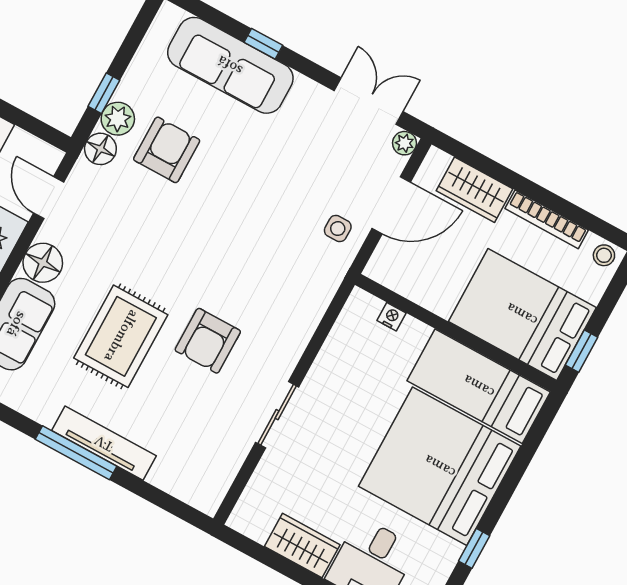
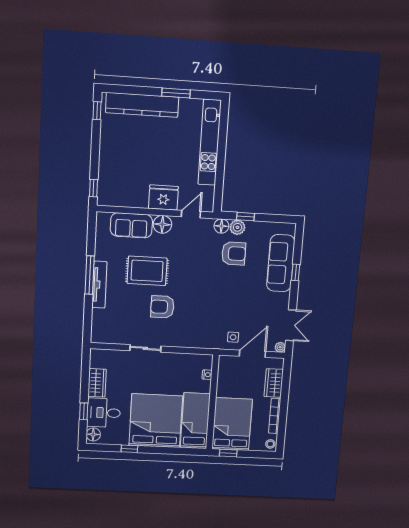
door: (391, 205) -> (252, 354), swing flipped

